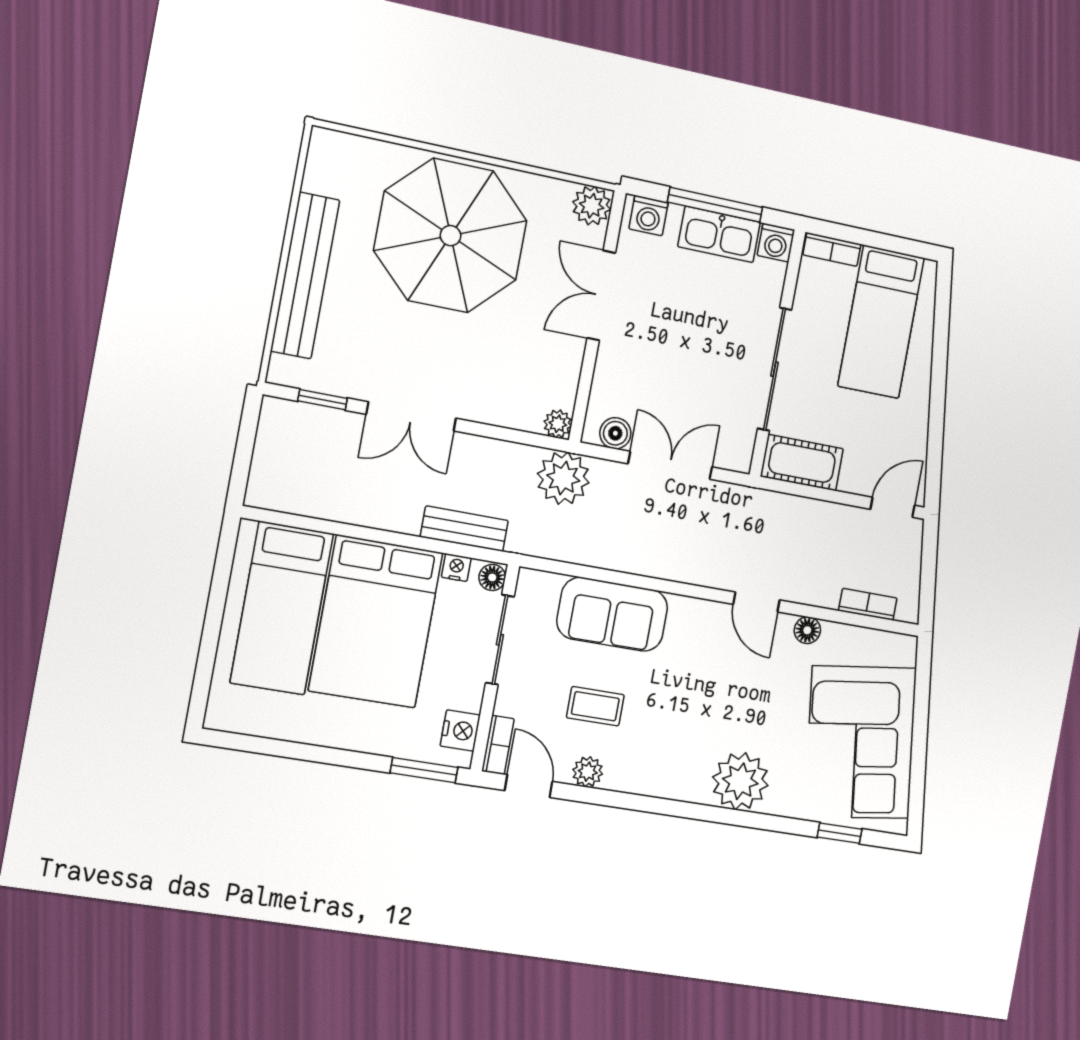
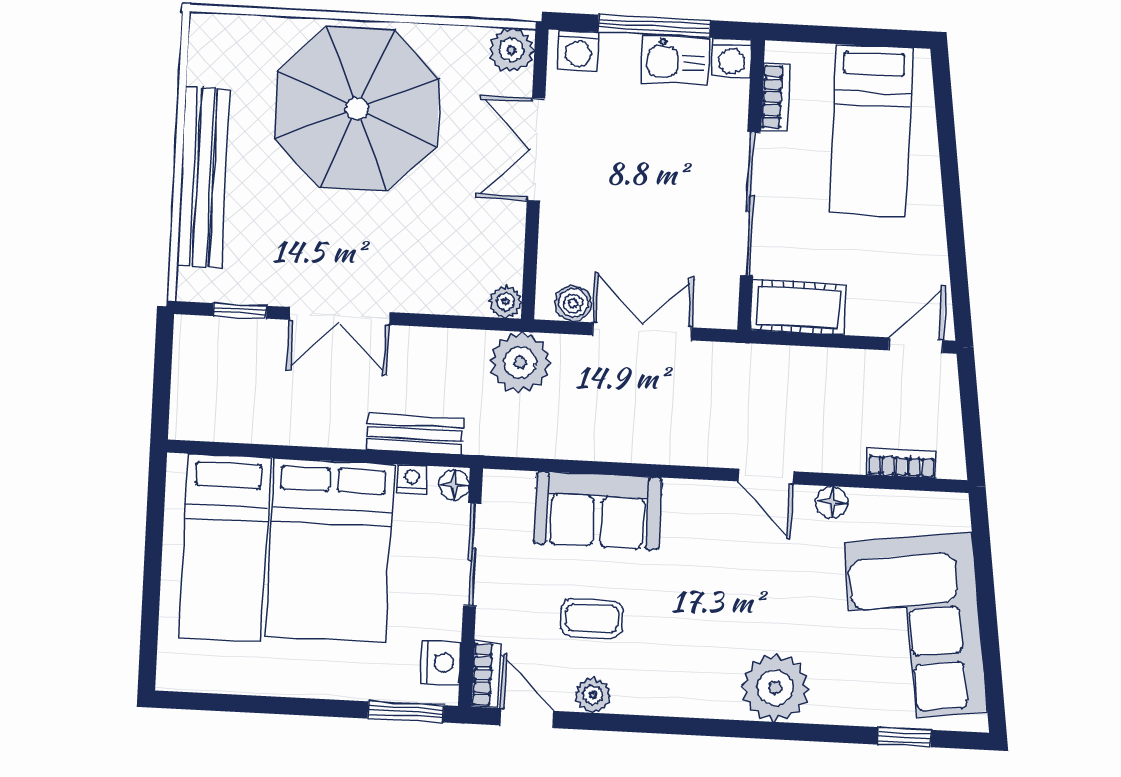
kitchen sink: (719, 234) -> (676, 60), width x0.73
bookcase: (832, 249) -> (775, 97), moved, turned -90

